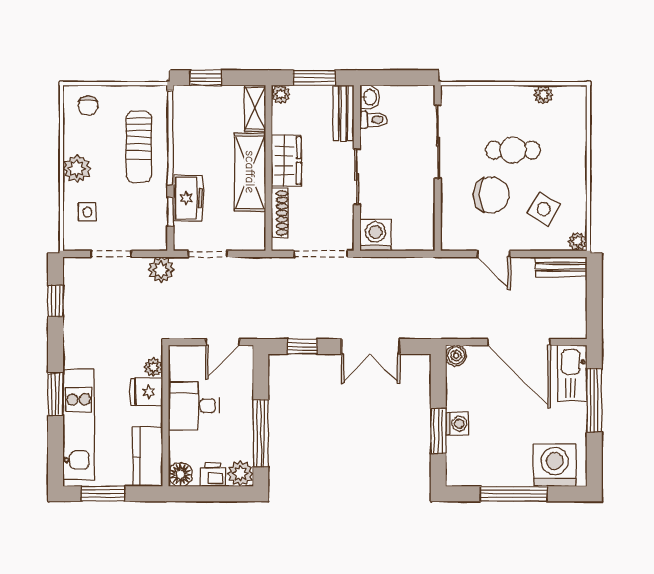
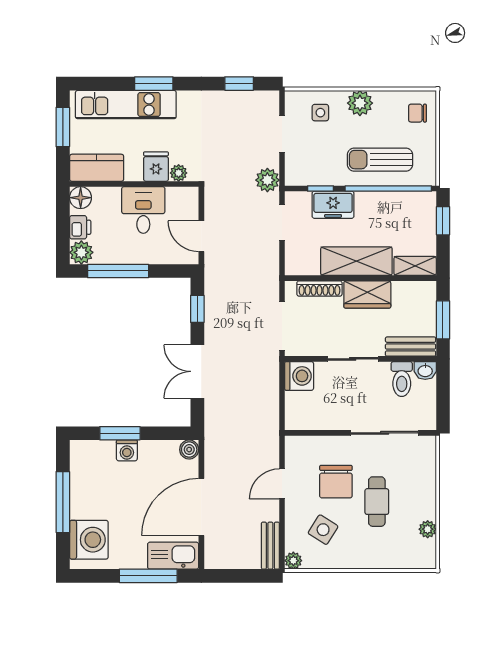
plant: (281, 94) -> (428, 289), removed
toilet: (374, 120) -> (402, 379), width x1.37, depth x1.39

